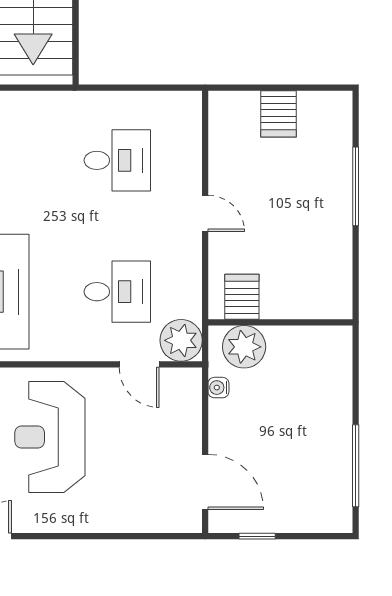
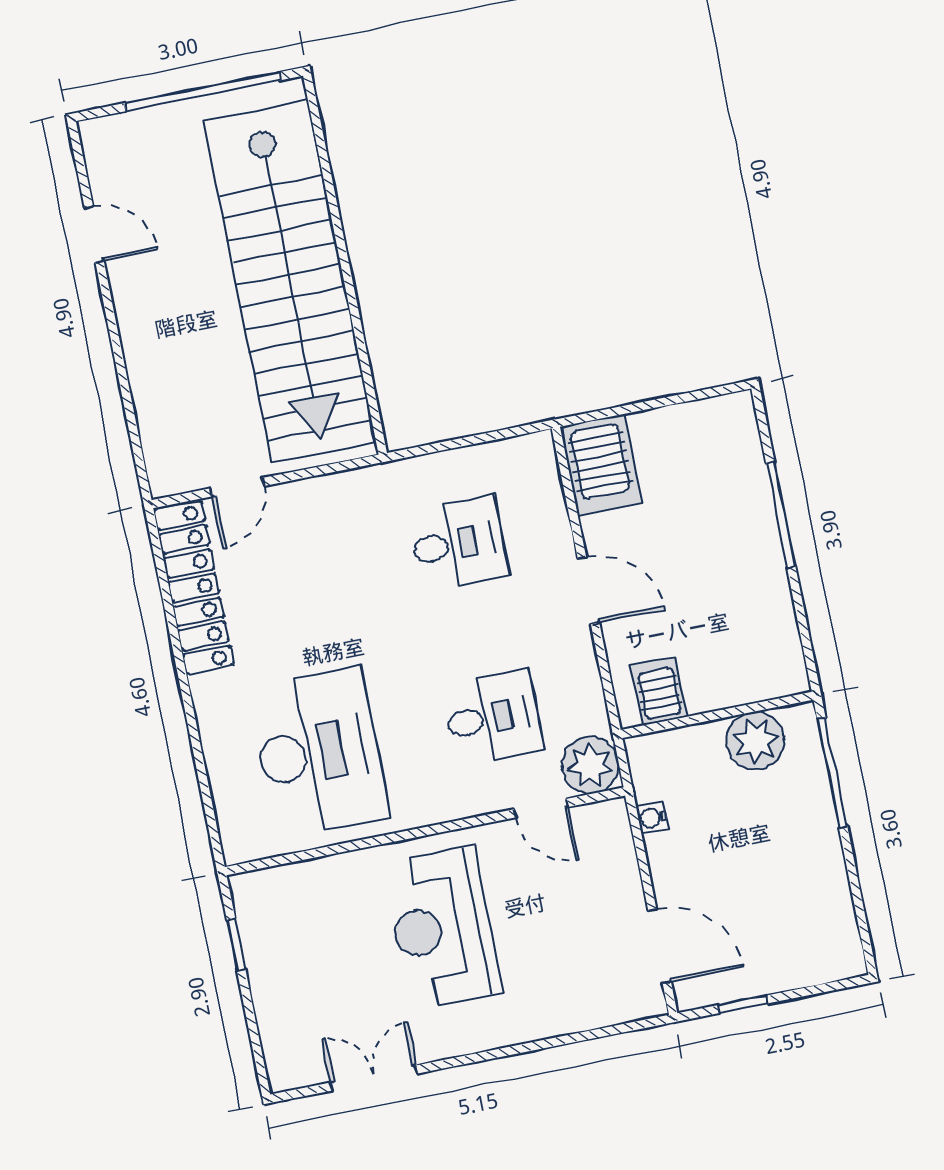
server rack: (278, 114) -> (601, 465), moved, width x1.36, depth x1.44
door: (205, 213) -> (588, 590), width x1.38
plant: (244, 347) -> (755, 741), moved
window: (356, 466) -> (832, 773), moved

